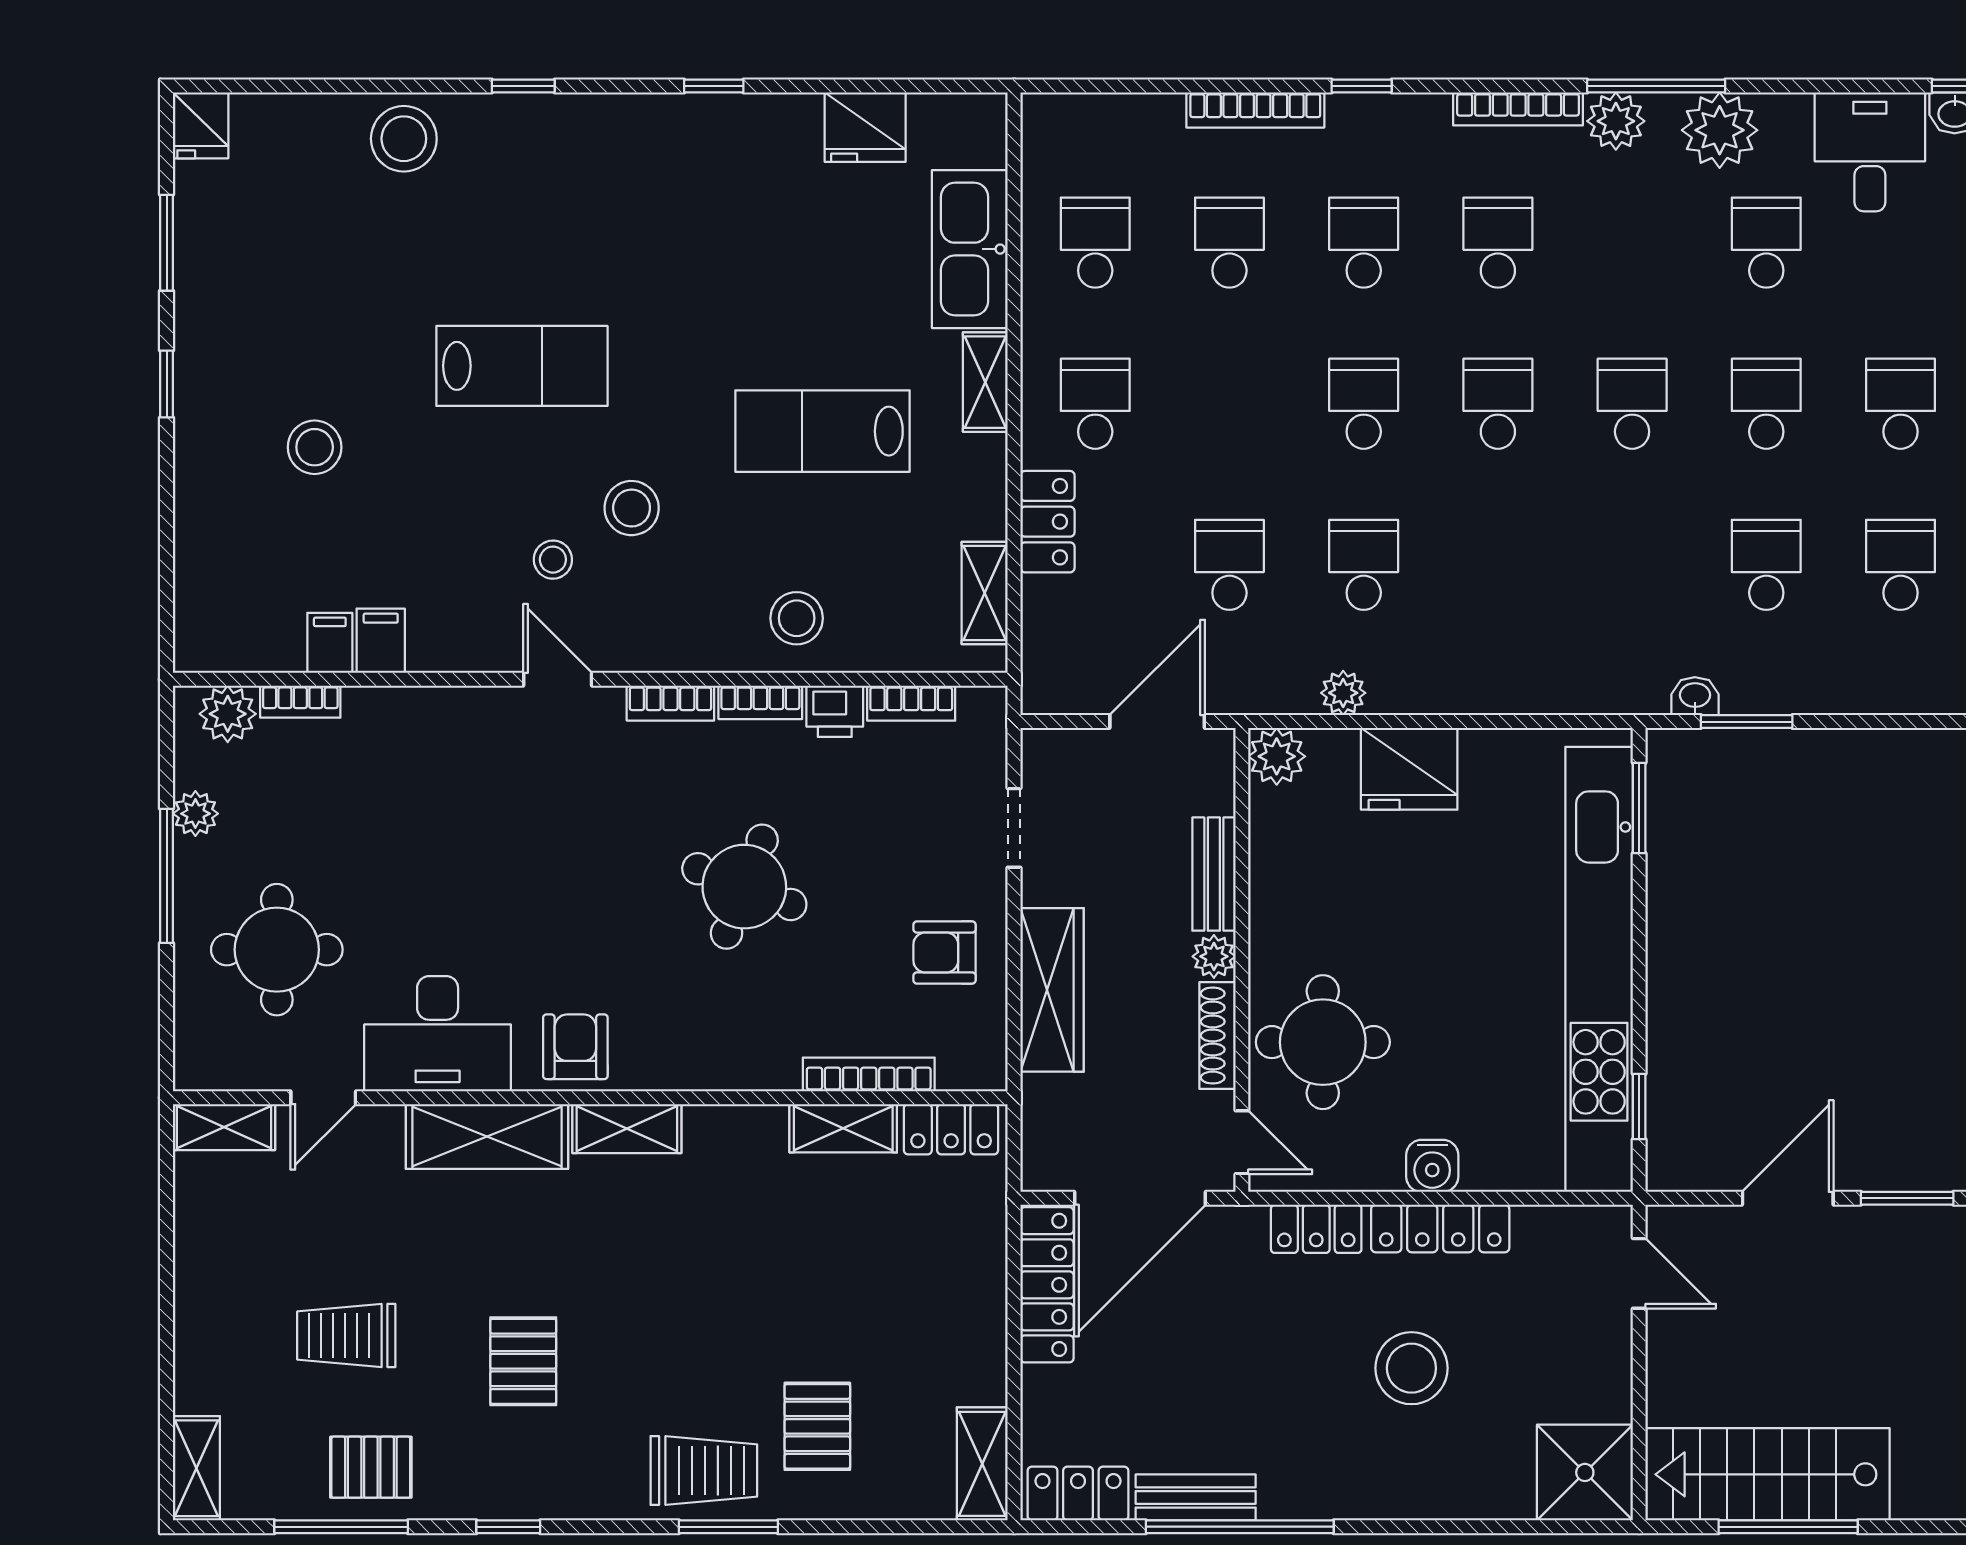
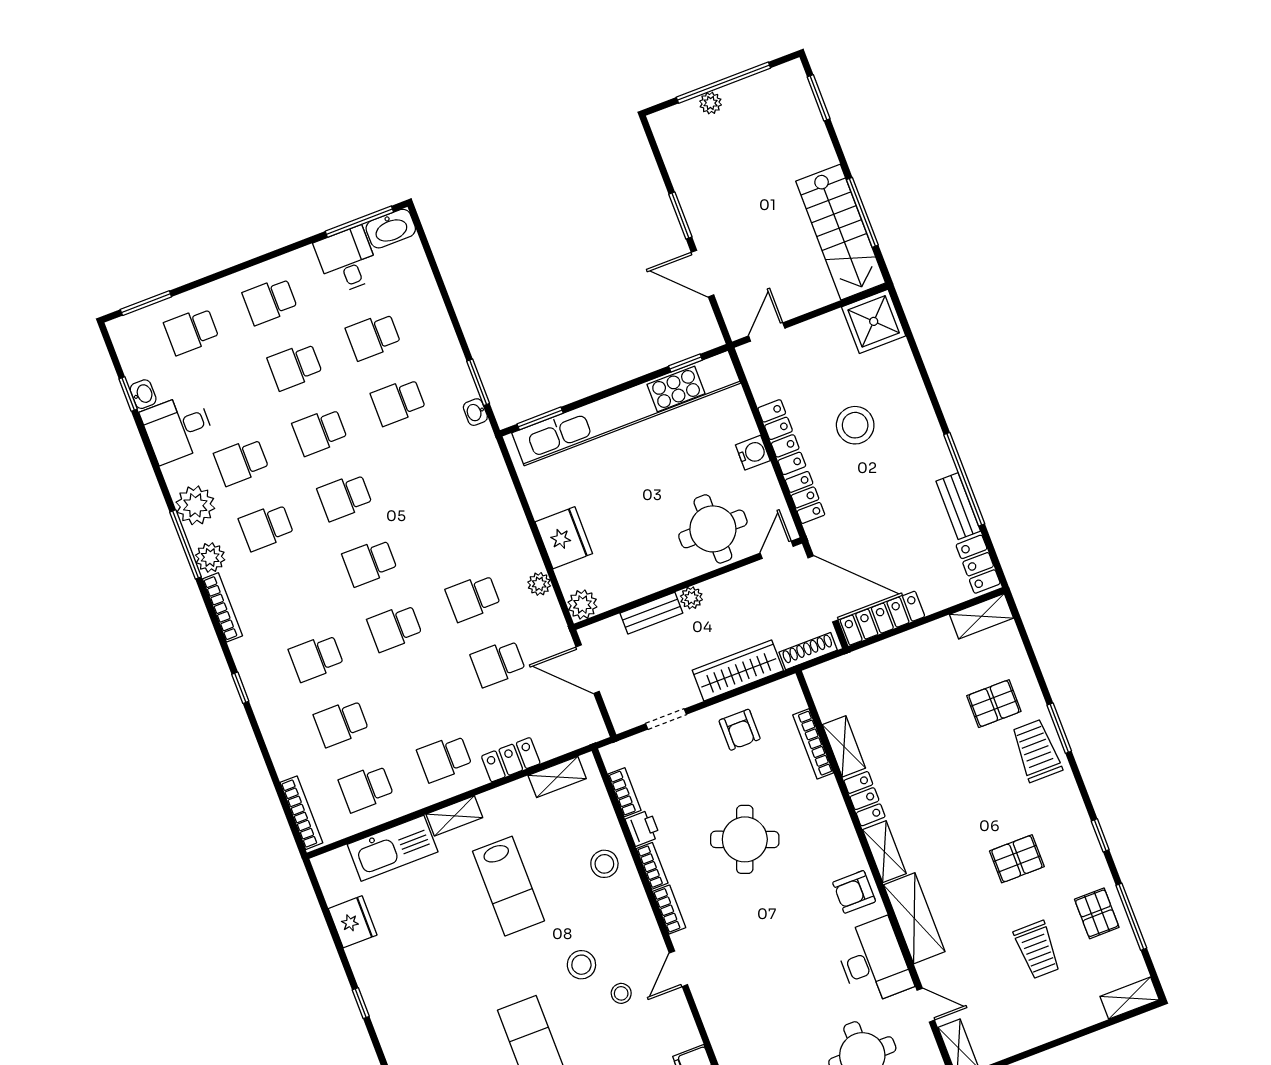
bookcase: (1255, 110) -> (301, 813), moved
school desk: (1498, 243) -> (266, 527), moved
shoe rack: (1217, 1035) -> (808, 651), moved, turned 180
locker: (951, 1129) -> (864, 799), moved

